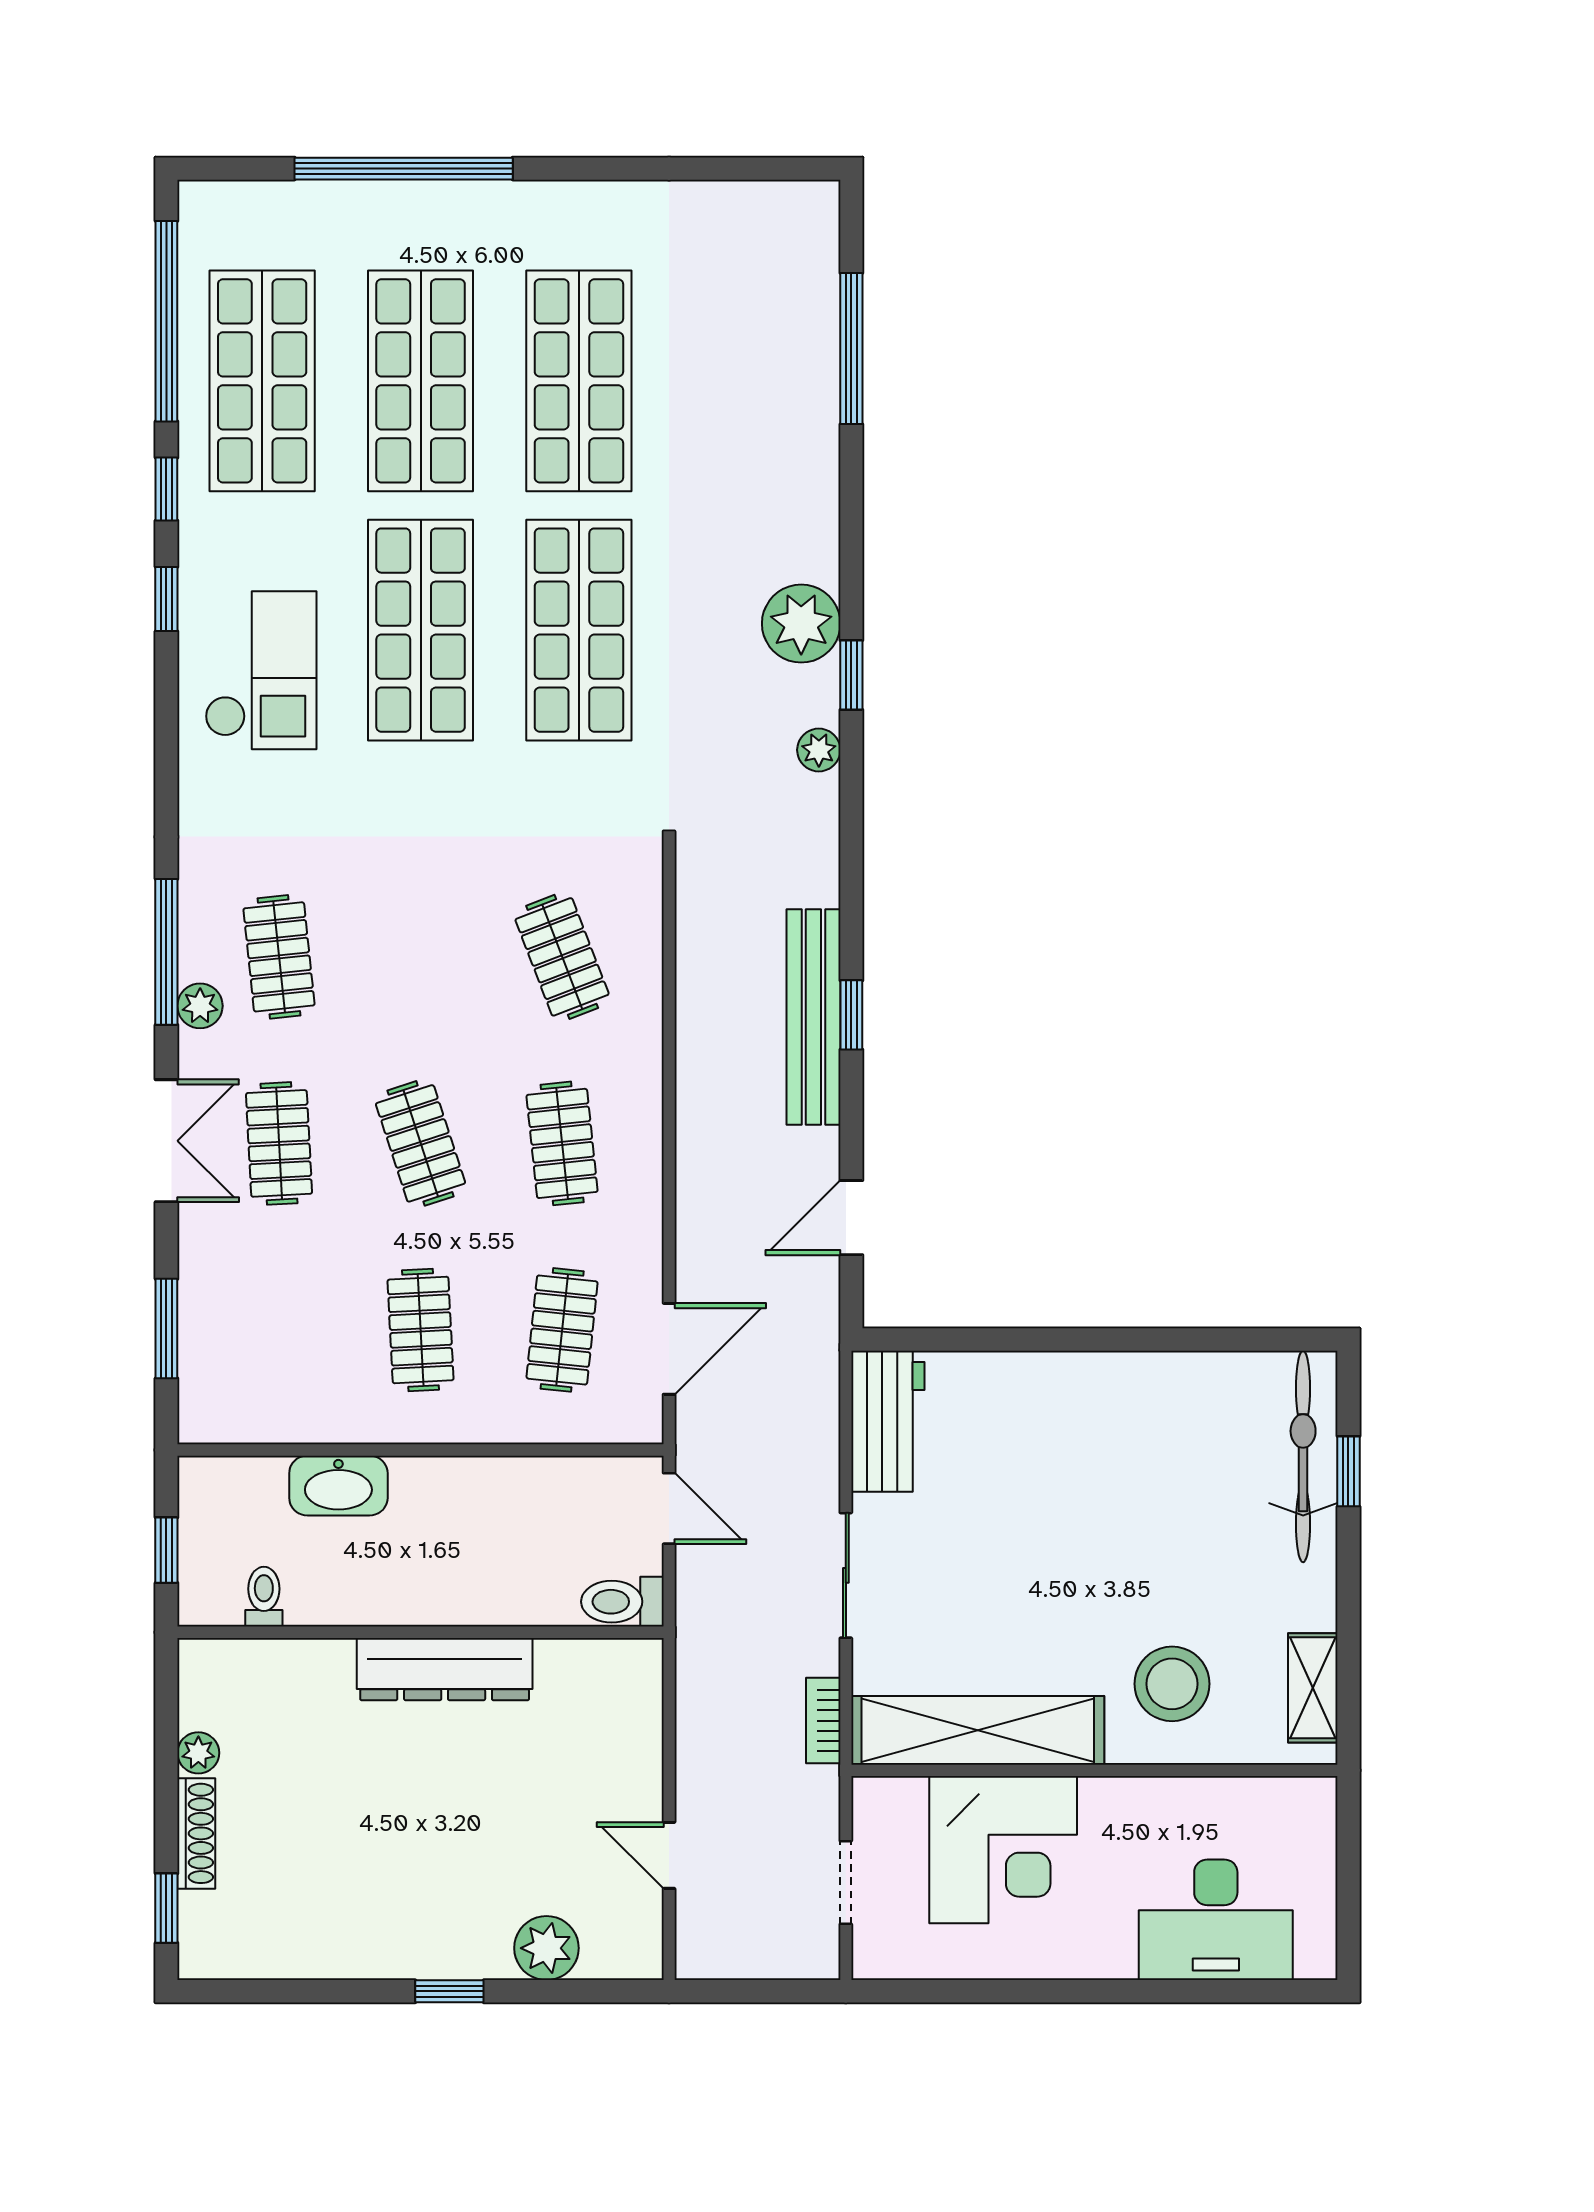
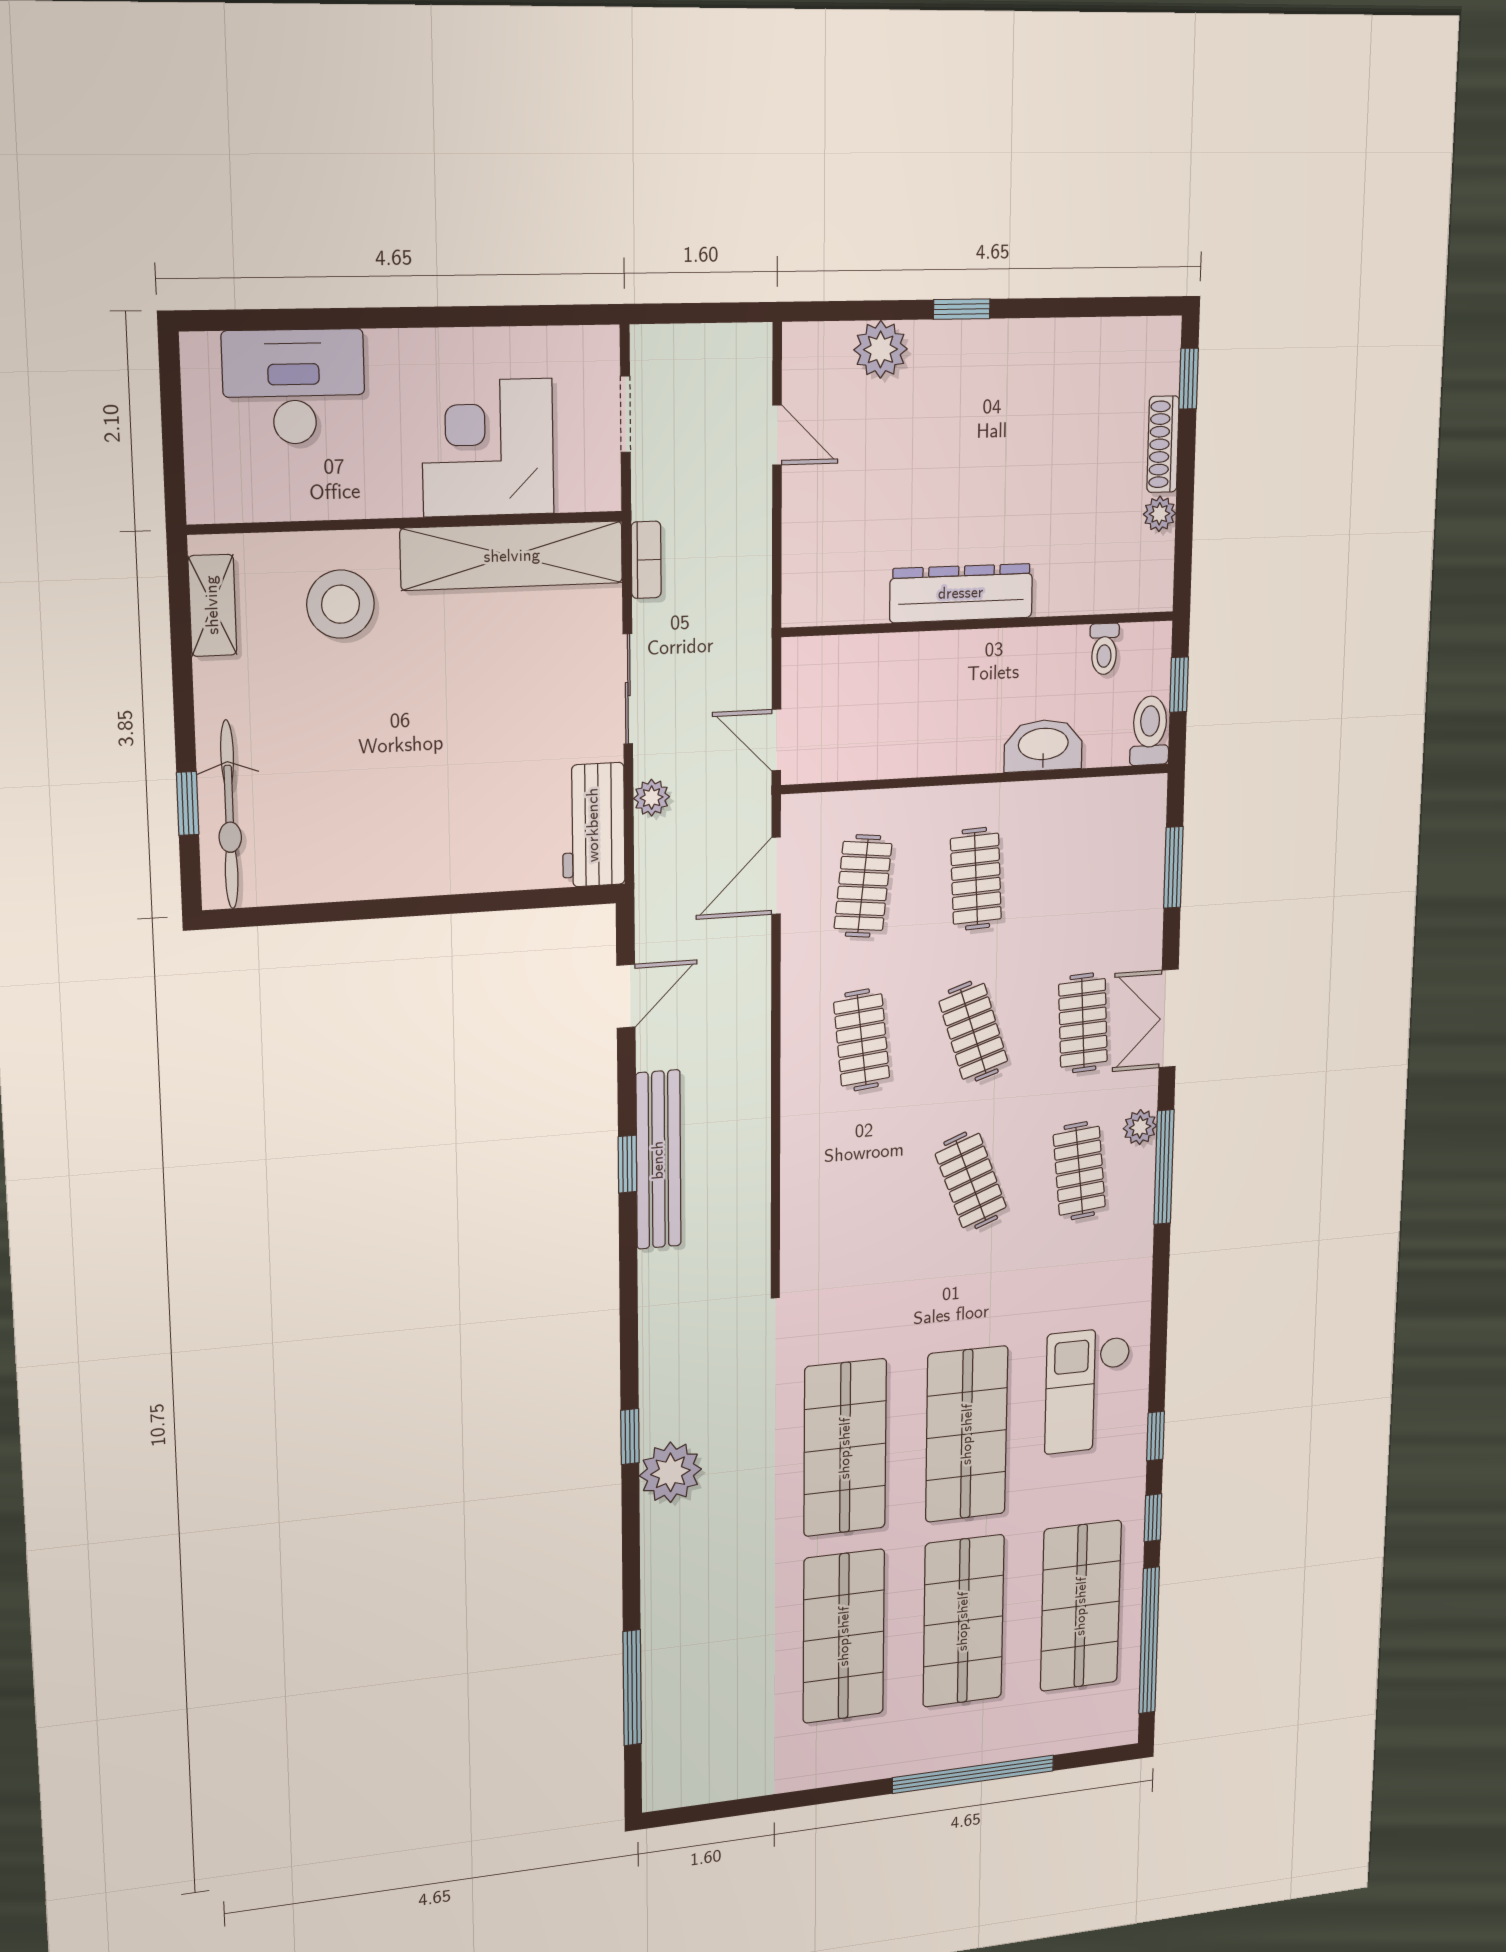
plant: (819, 750) -> (652, 798), moved
clothes rail: (562, 957) -> (971, 1181), moved
toilet: (622, 1602) -> (1150, 731), moved, turned -90

